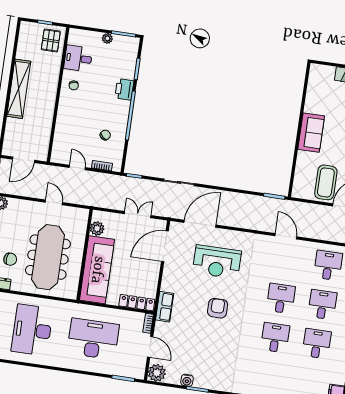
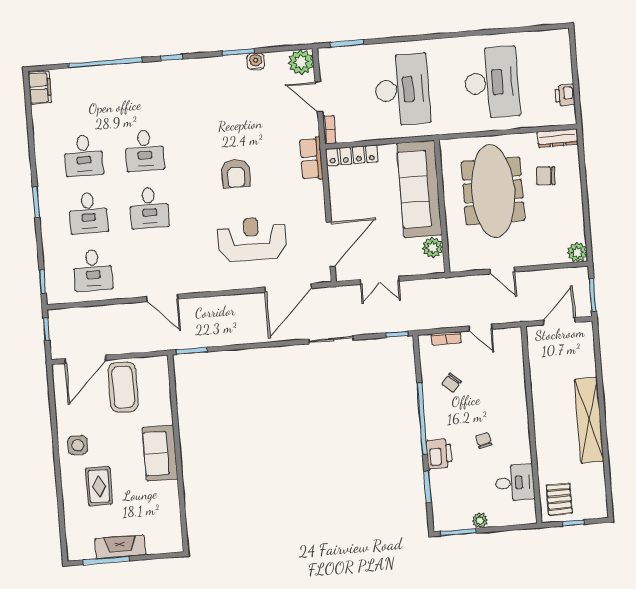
chair: (74, 85) -> (484, 440), moved
desk: (93, 339) -> (402, 90), turned -90

